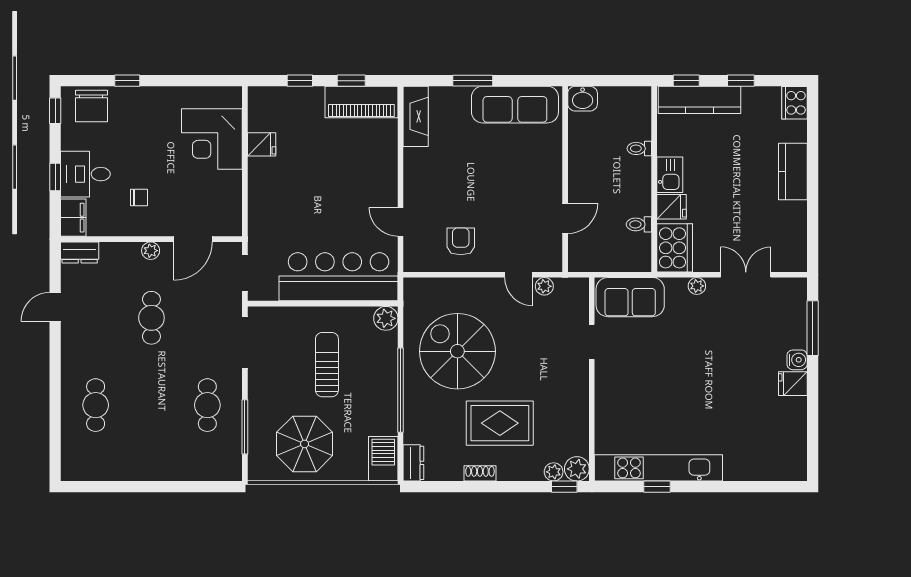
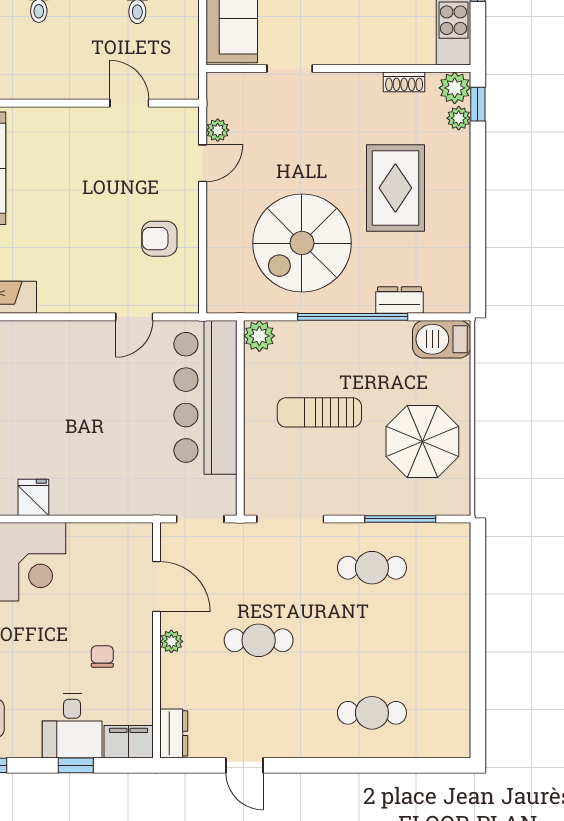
dresser: (413, 463) -> (400, 300), moved
shoe rack: (480, 473) -> (404, 82), moved, turned -90

